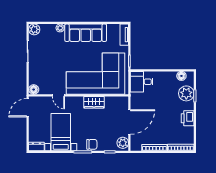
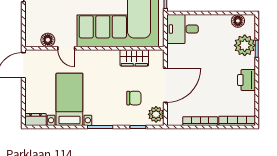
floor lamp: (34, 90) -> (48, 40), moved
wardrobe: (94, 102) -> (134, 58), moved
chair: (92, 144) -> (134, 98), moved

